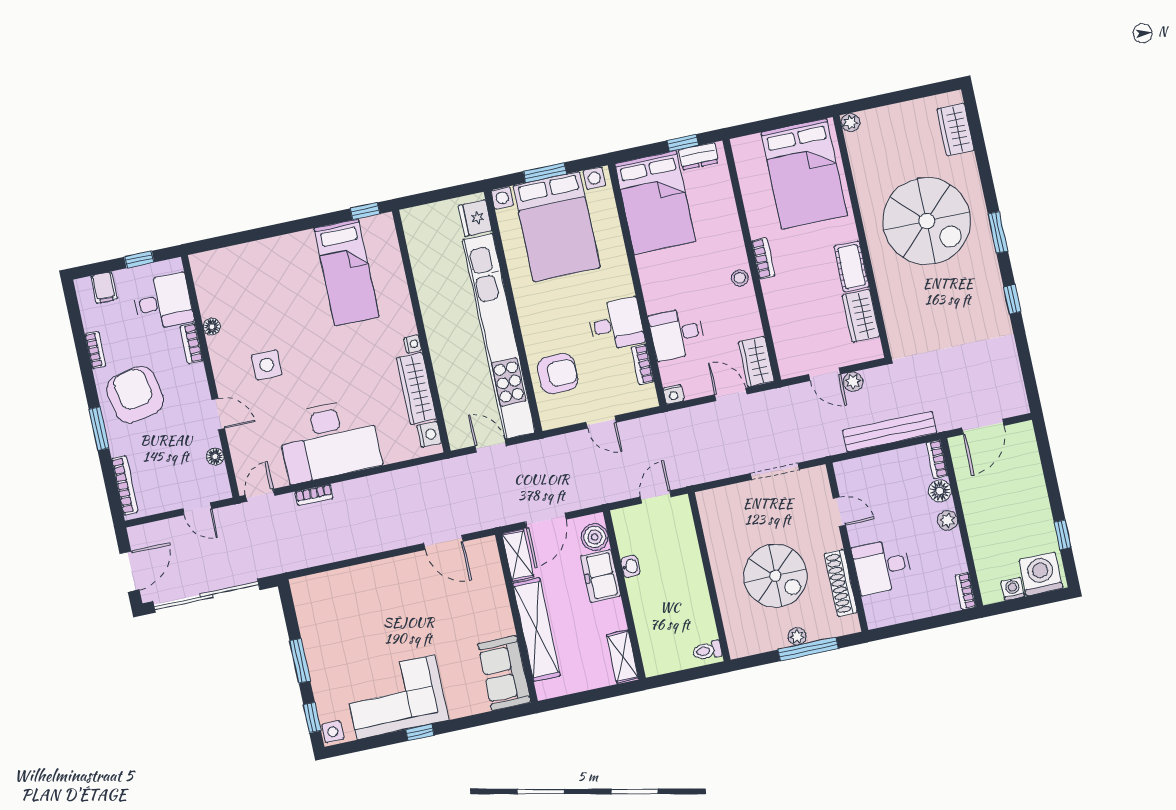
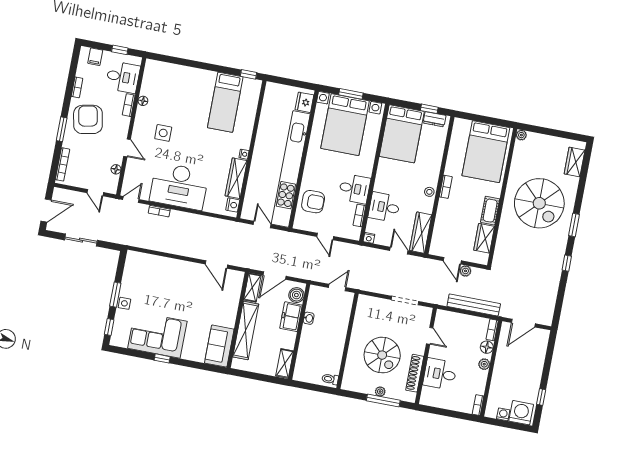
wardrobe: (756, 362) -> (421, 233), width x1.50
sliding door: (207, 596) -> (81, 240), width x0.54
side table: (333, 732) -> (124, 303), moved

